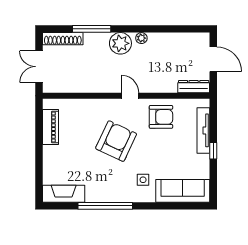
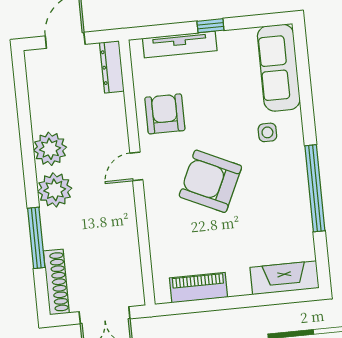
plant: (141, 38) -> (50, 149), width x1.88, depth x1.88
fireplace: (64, 194) -> (284, 278), moved, turned 90

